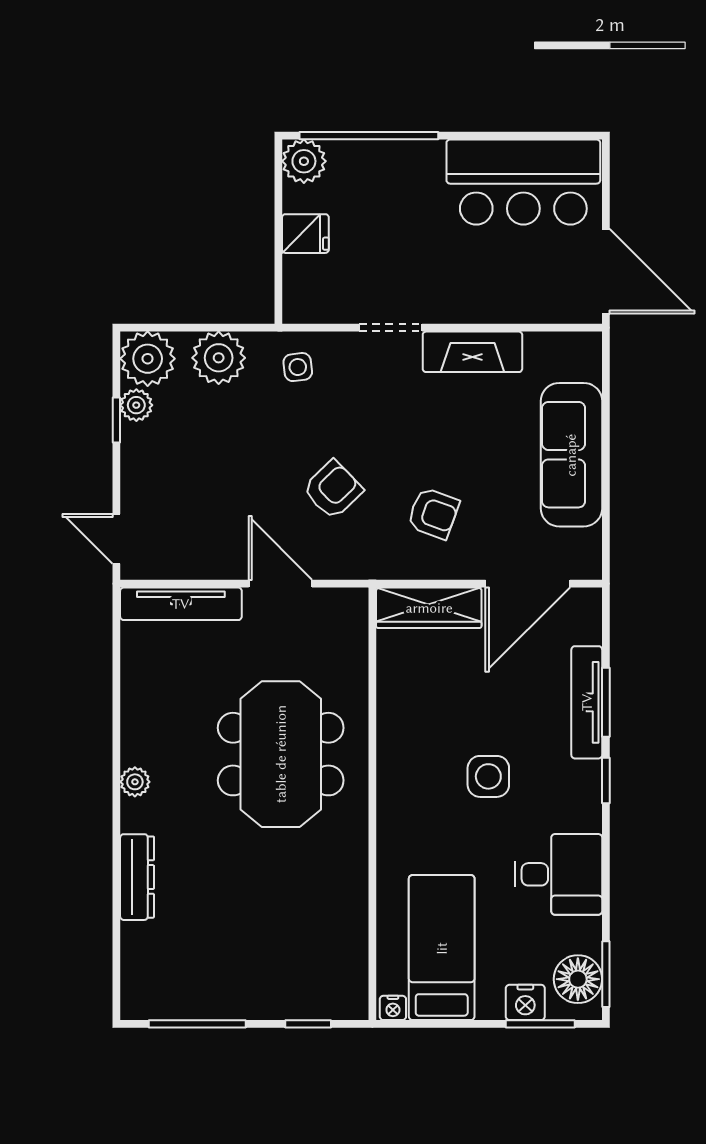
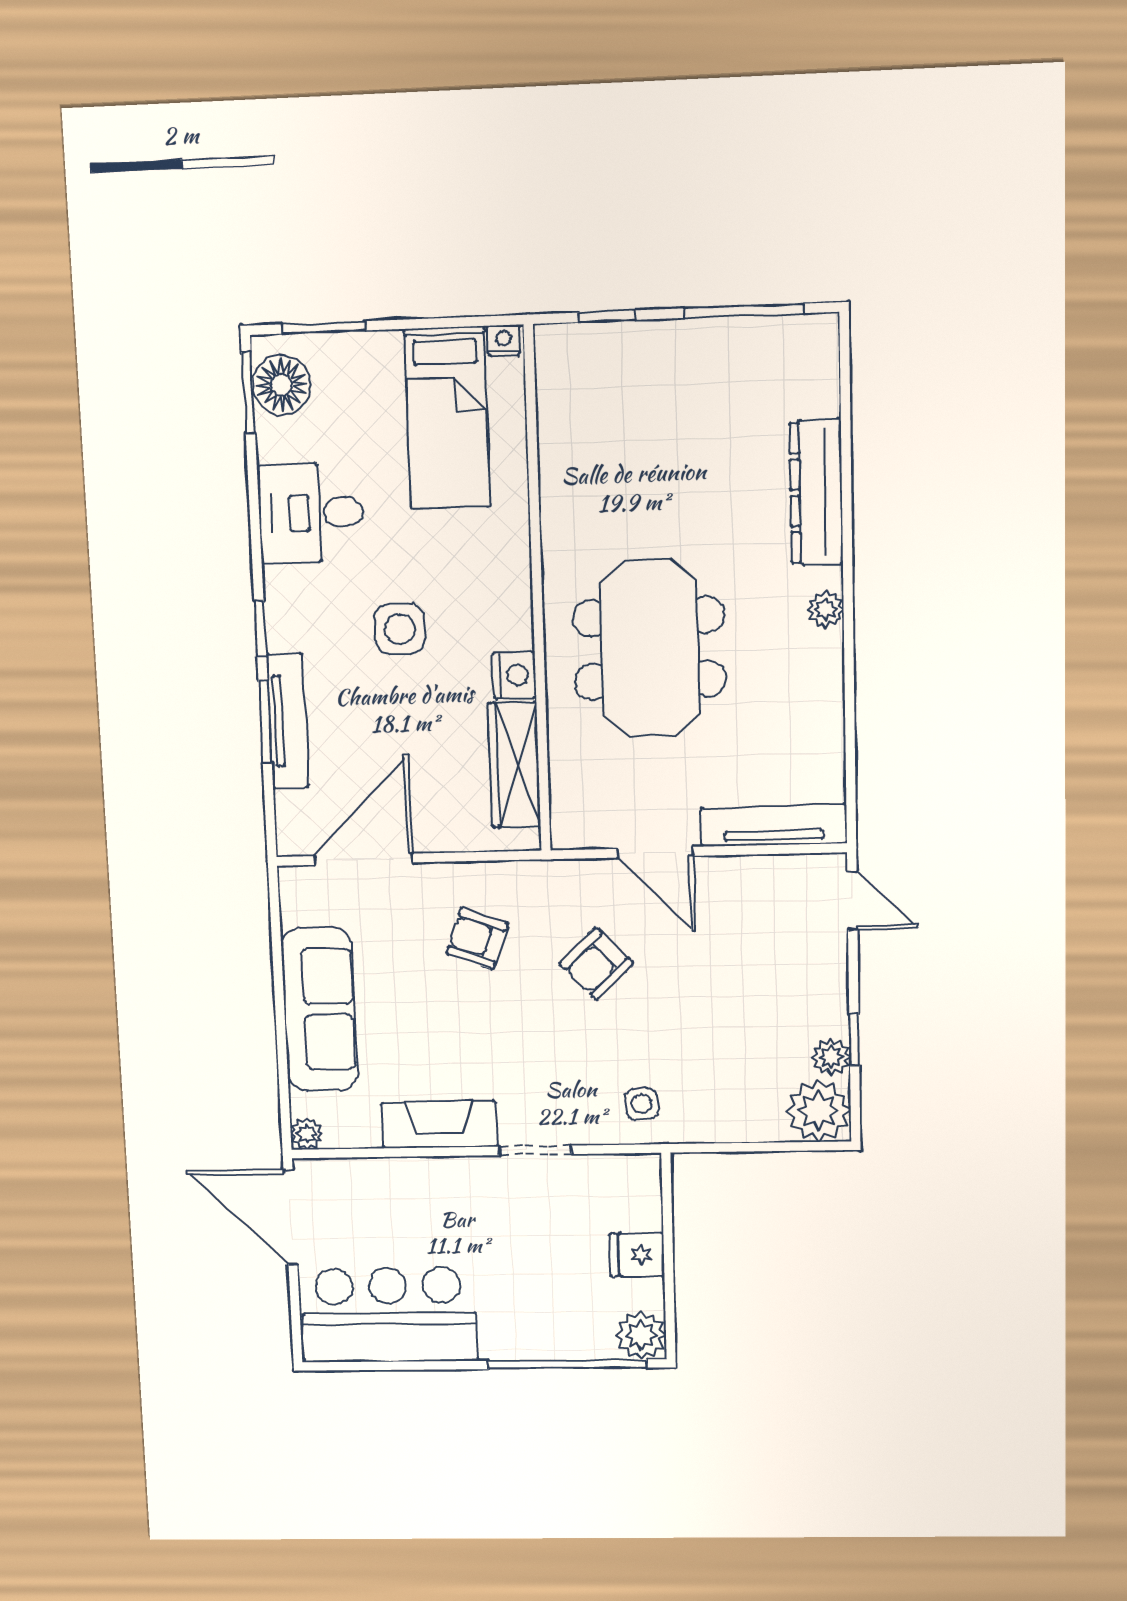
plant: (219, 358) -> (307, 1134), moved, width x0.53, depth x0.53
wardrobe: (429, 608) -> (514, 765), moved, turned -90
dresser: (137, 877) -> (816, 492), width x1.37, depth x1.24
nightstand: (525, 1002) -> (514, 675), moved, turned 90

